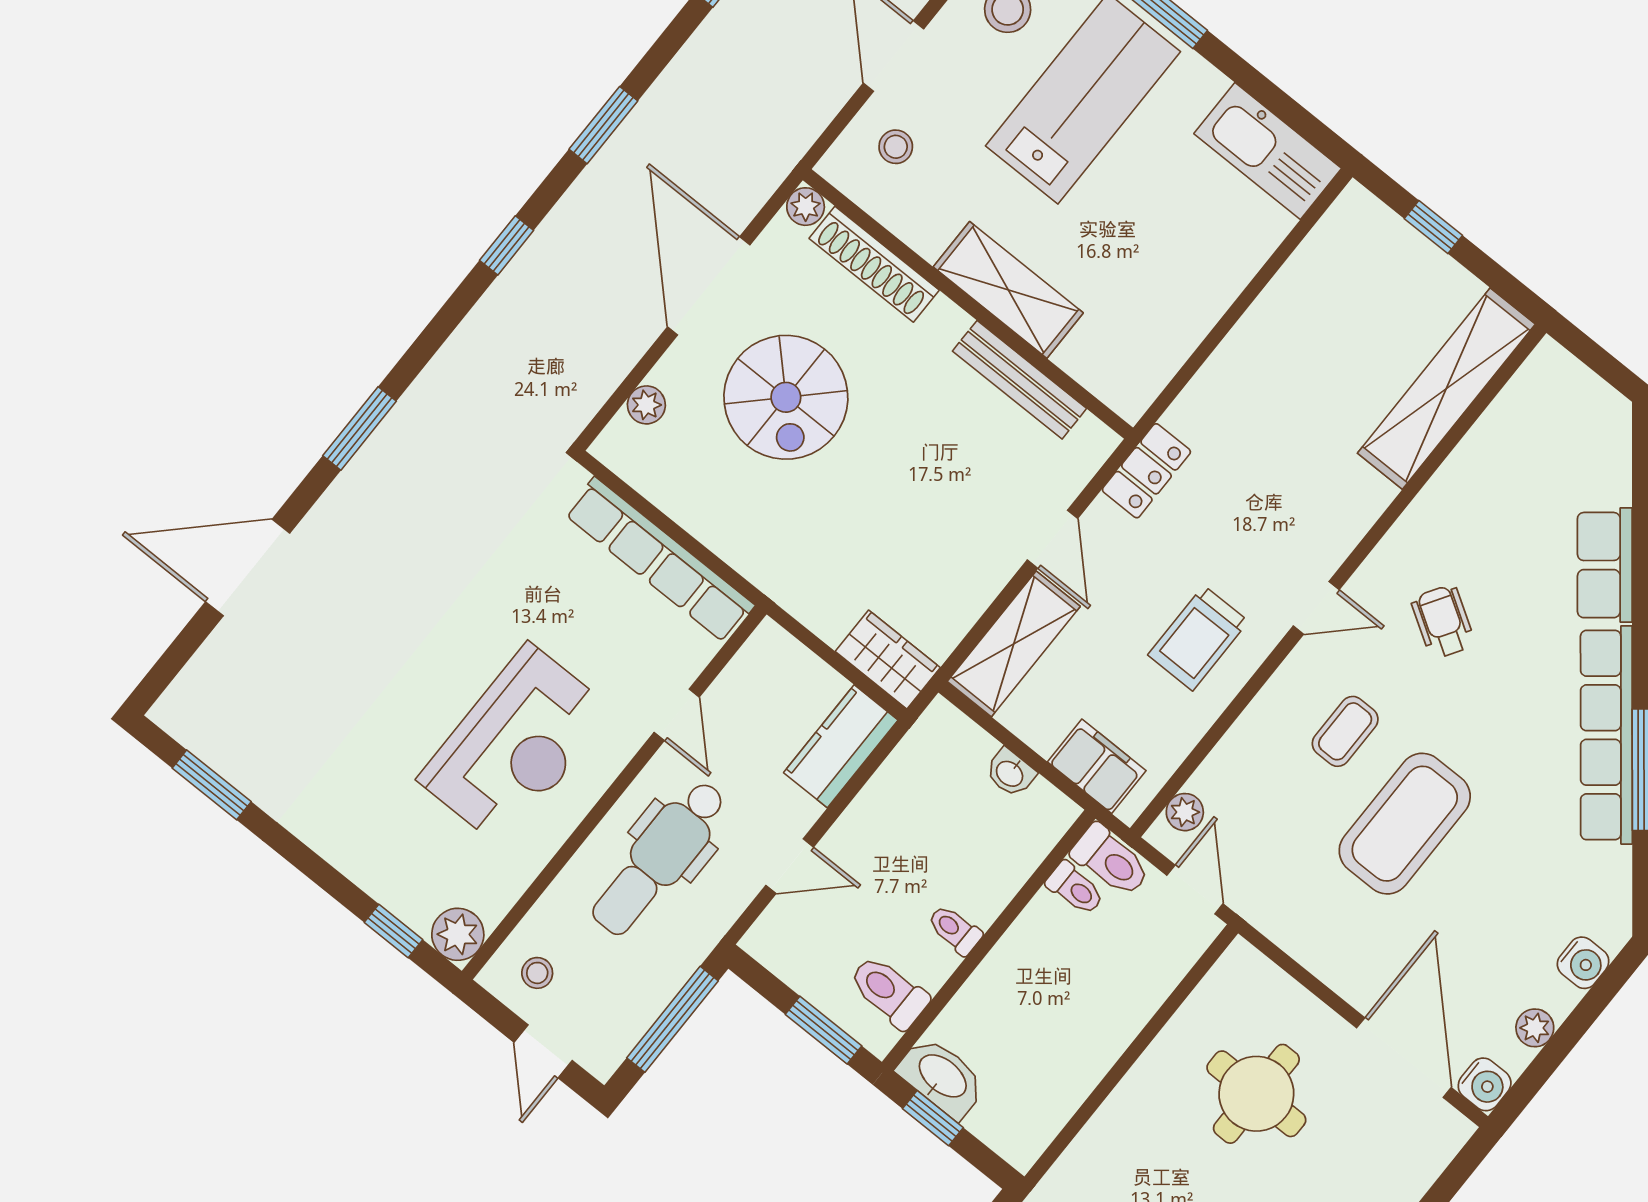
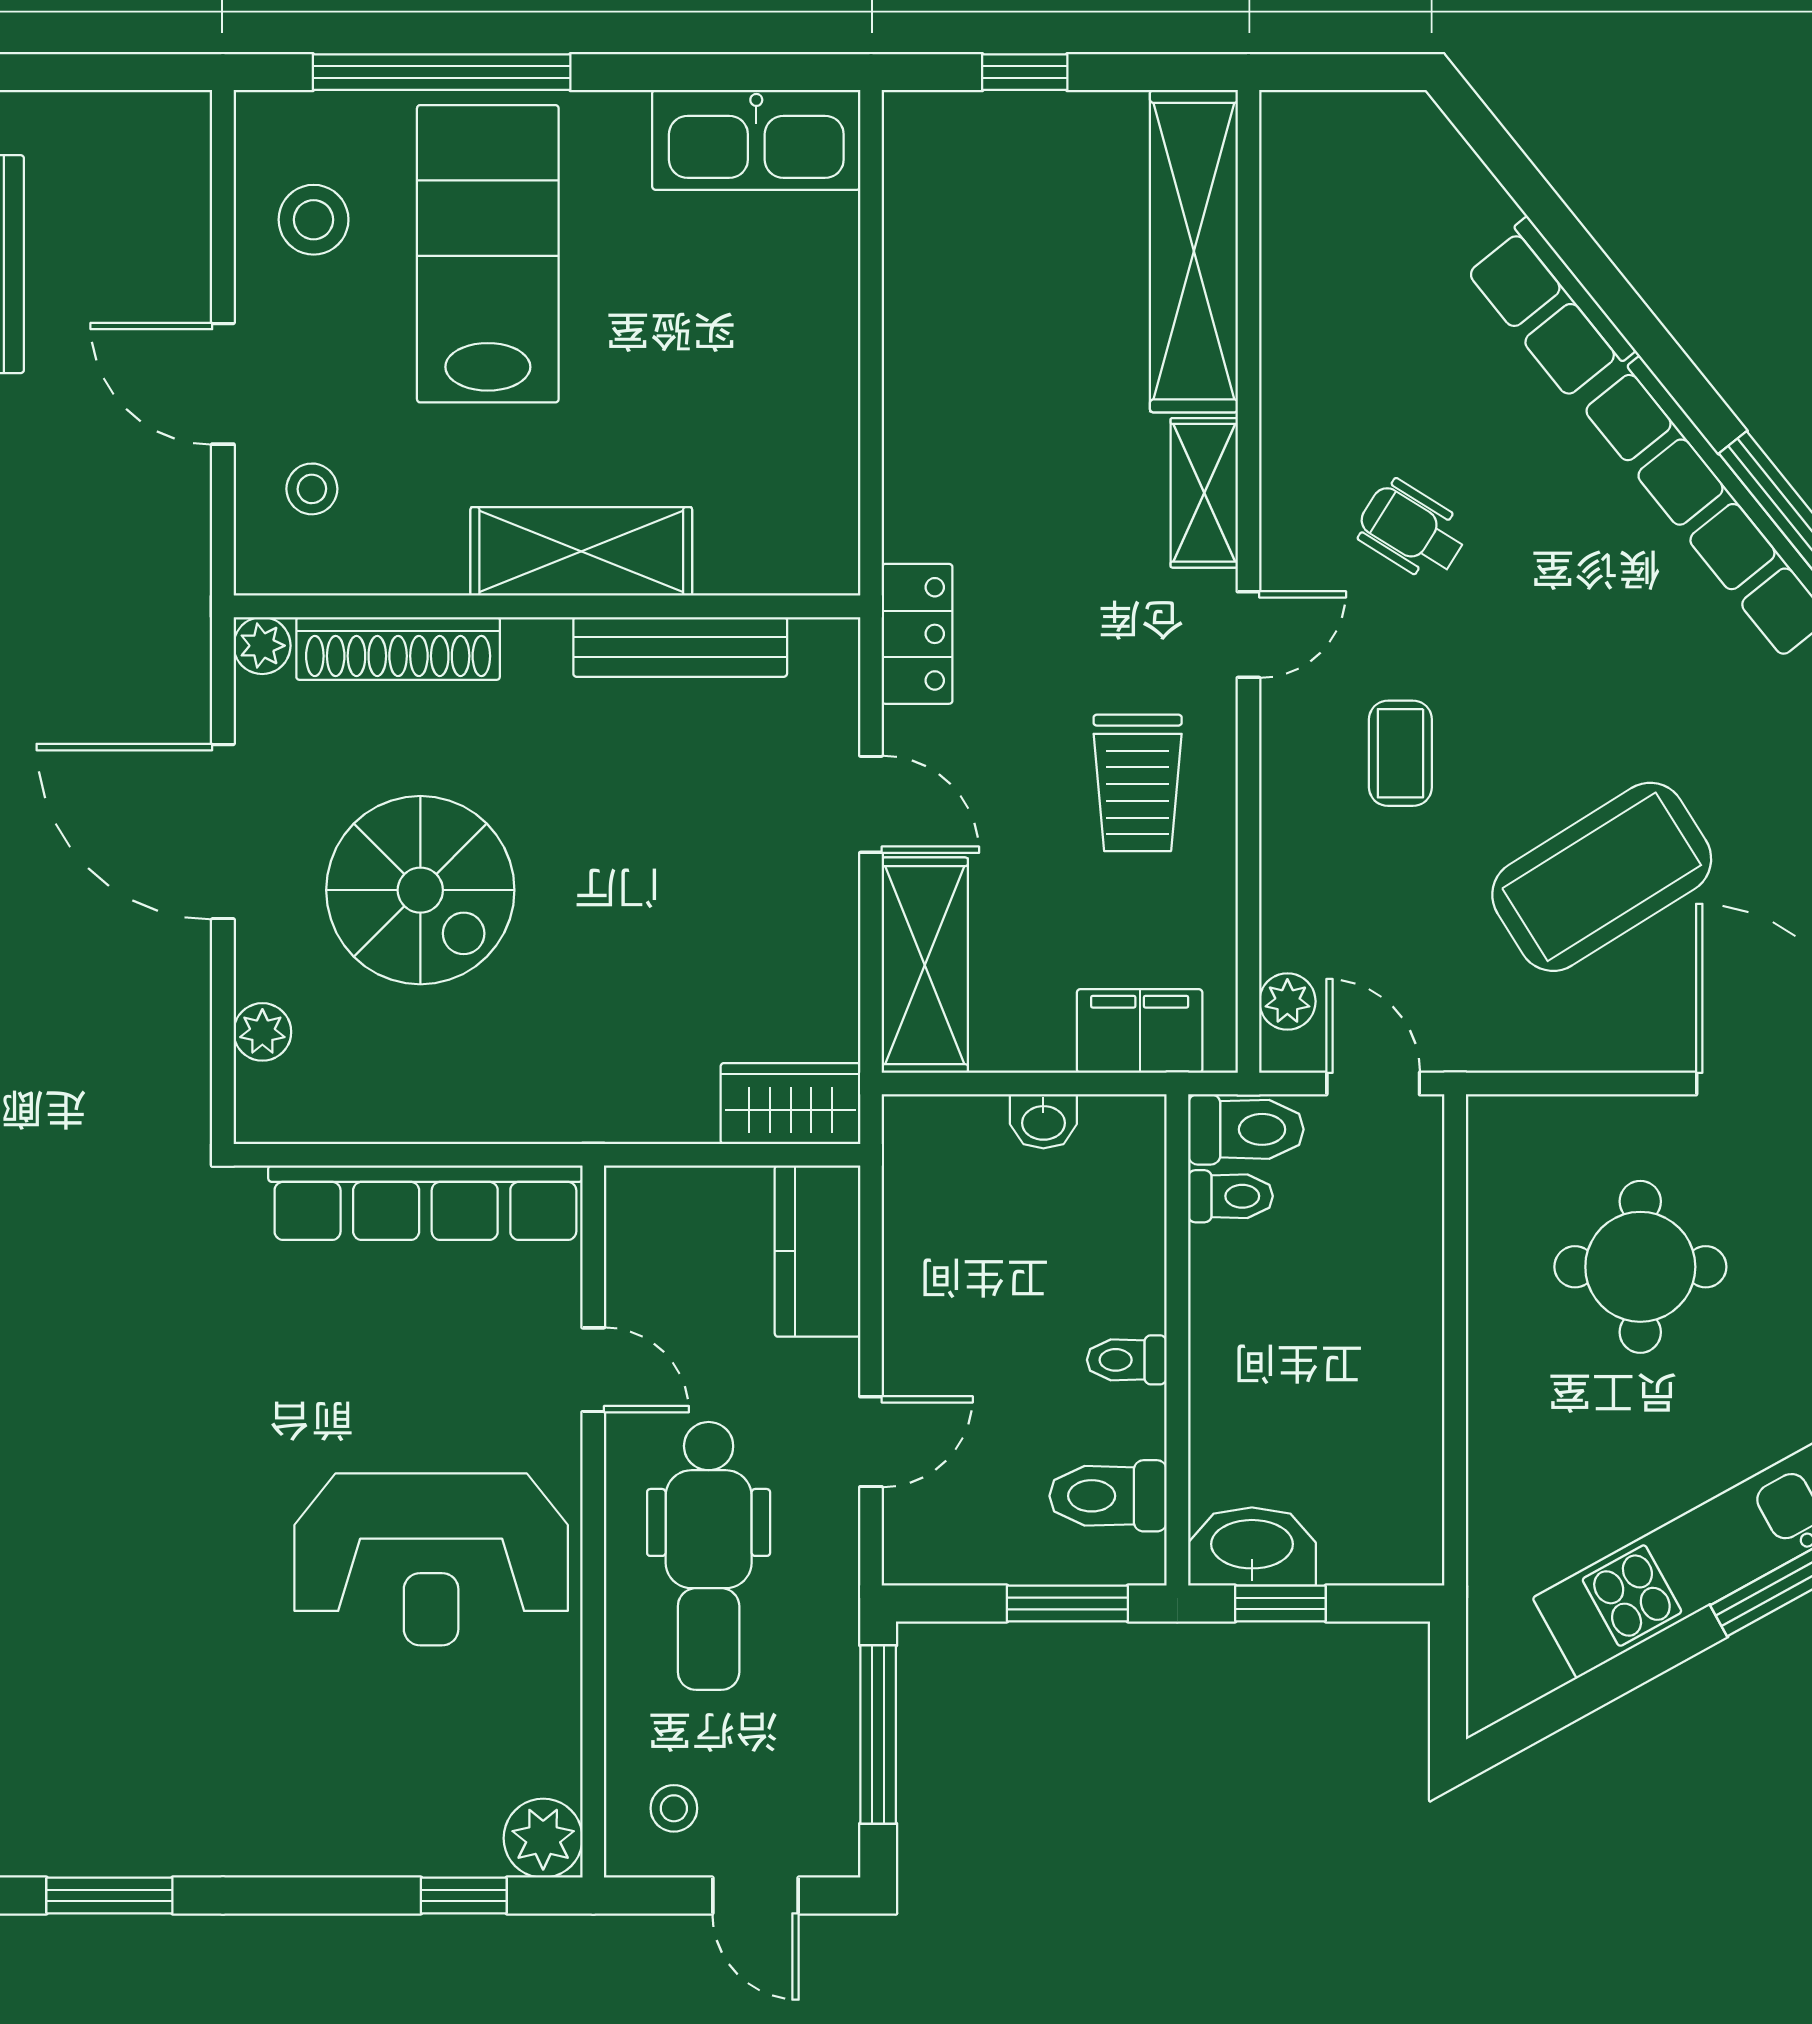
shelving: (1352, 517) -> (1204, 493), added
reception desk: (515, 745) -> (431, 1559), turned 90
coffee table: (1405, 824) -> (1602, 877), moved, turned 58

